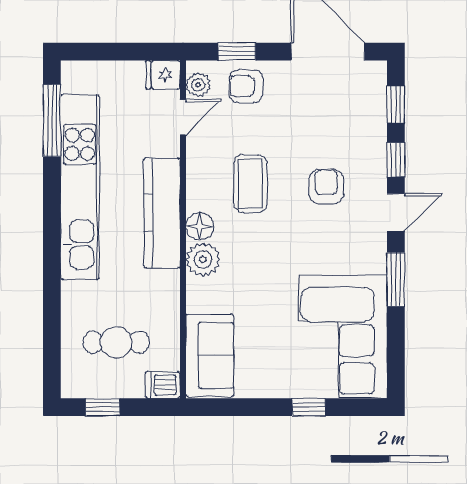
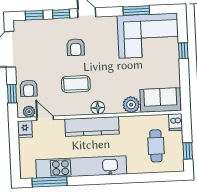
armchair: (326, 187) -> (76, 47), turned -90
plant: (203, 260) -> (131, 105), moved
window: (396, 279) -> (136, 11), moved

